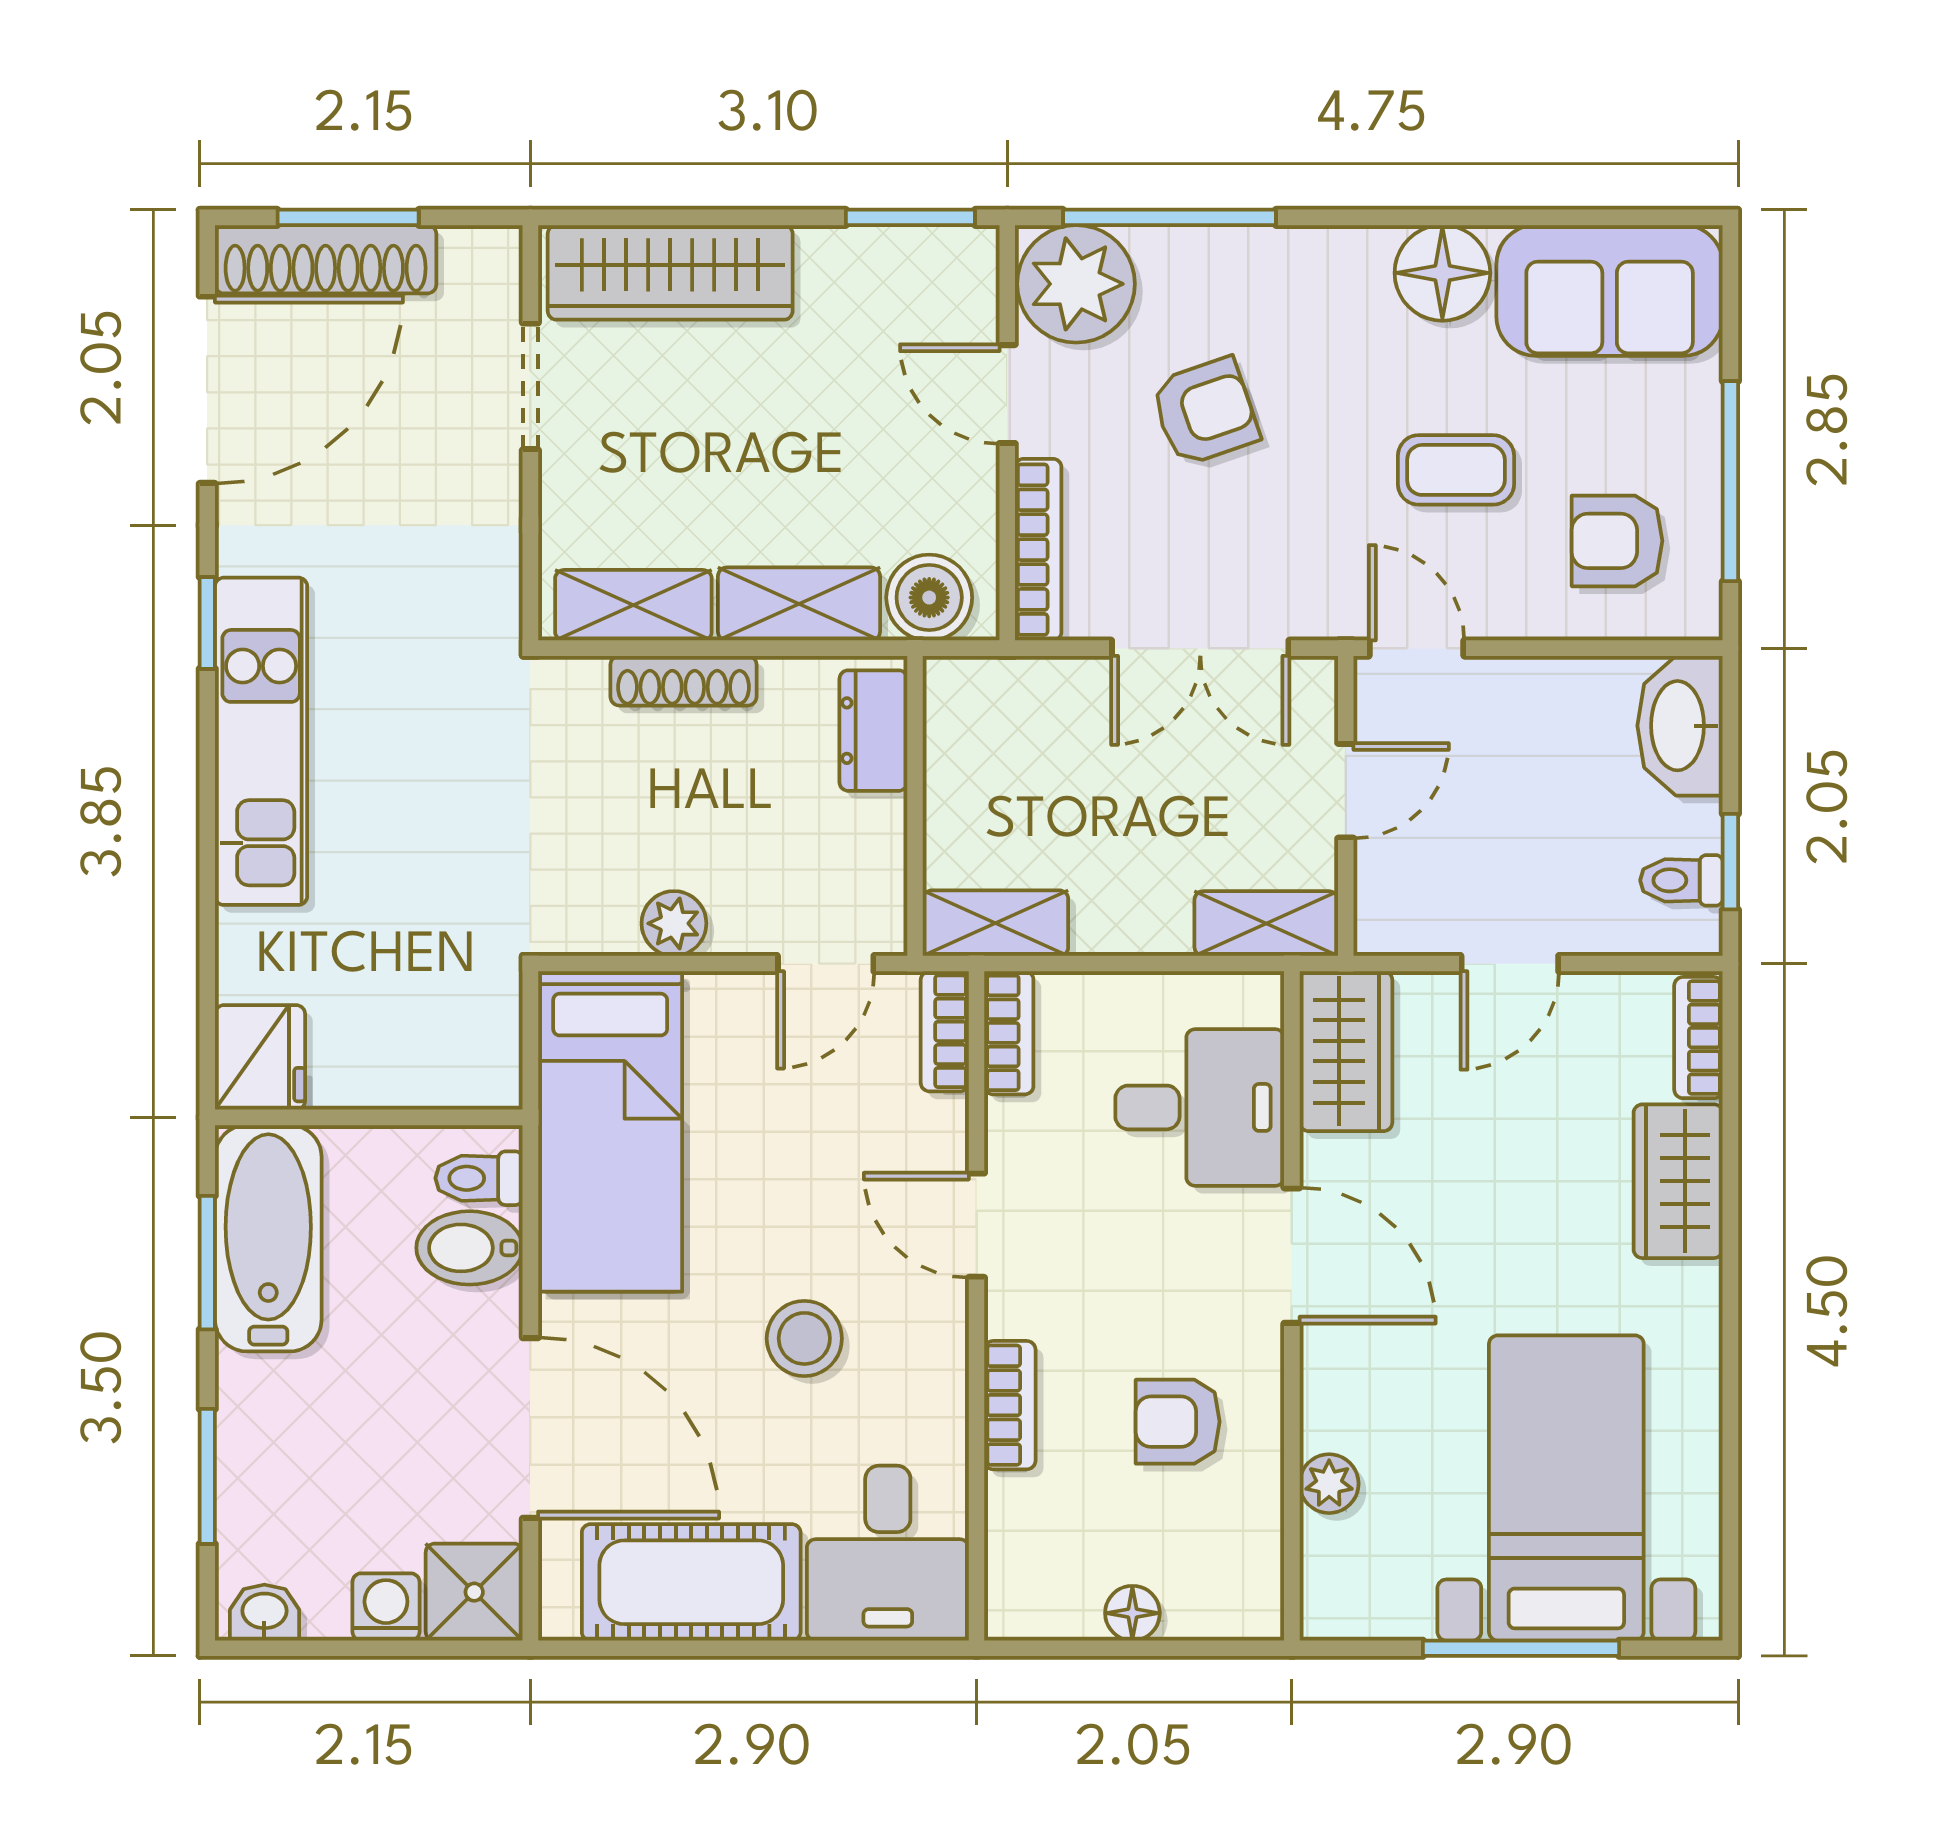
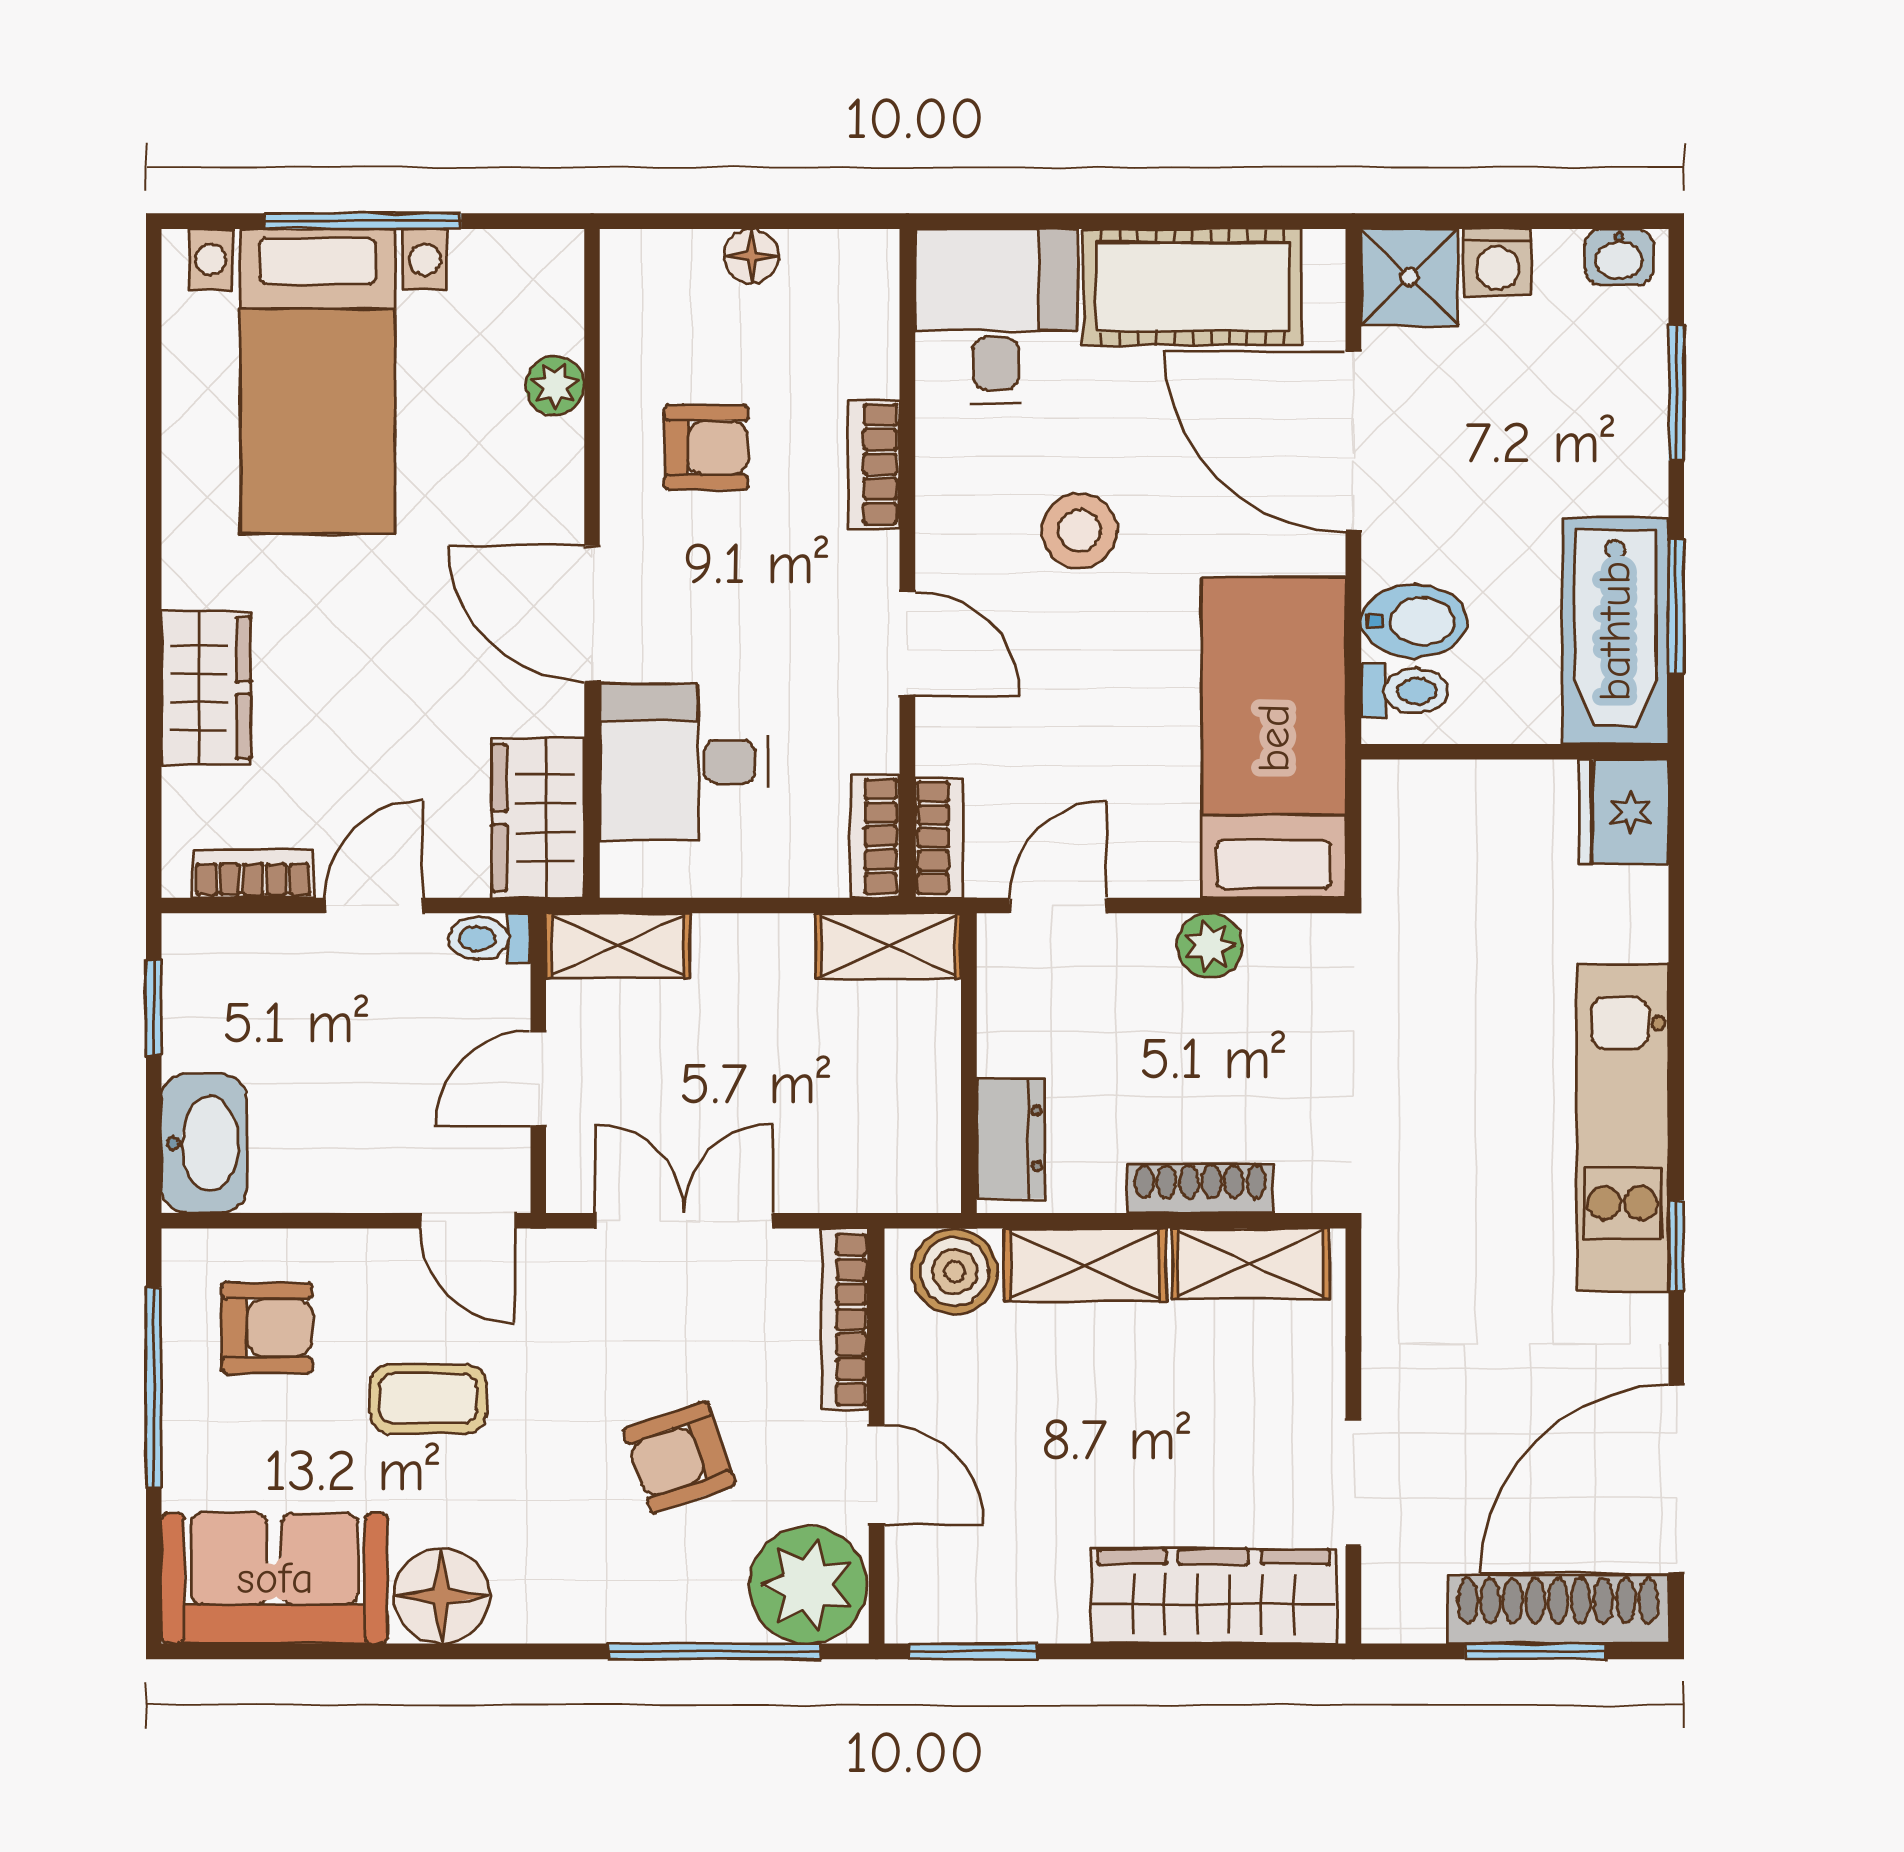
toilet: (1681, 880) -> (489, 939), moved, turned 180
bookcase: (1698, 1038) -> (253, 874), moved, turned -90

